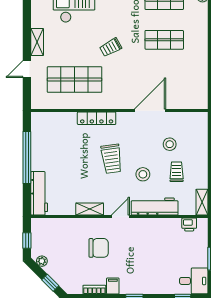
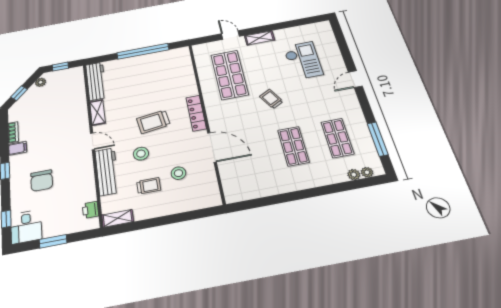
locker: (97, 118) -> (196, 113), moved
workbench: (39, 193) -> (96, 81), moved, turned -90
chair: (99, 248) -> (42, 181), moved

